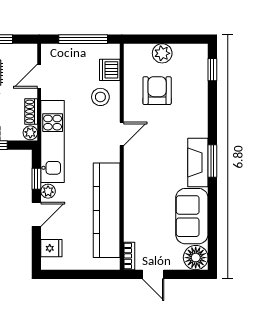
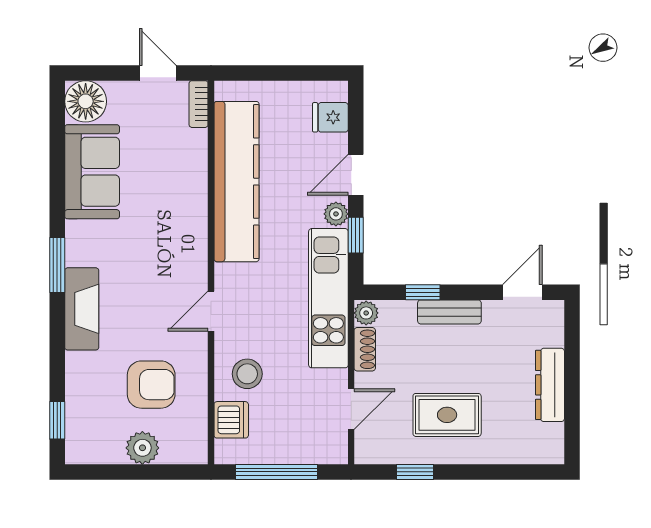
armchair: (157, 91) -> (151, 385), turned -90
fireplace: (198, 163) -> (82, 309), moved

